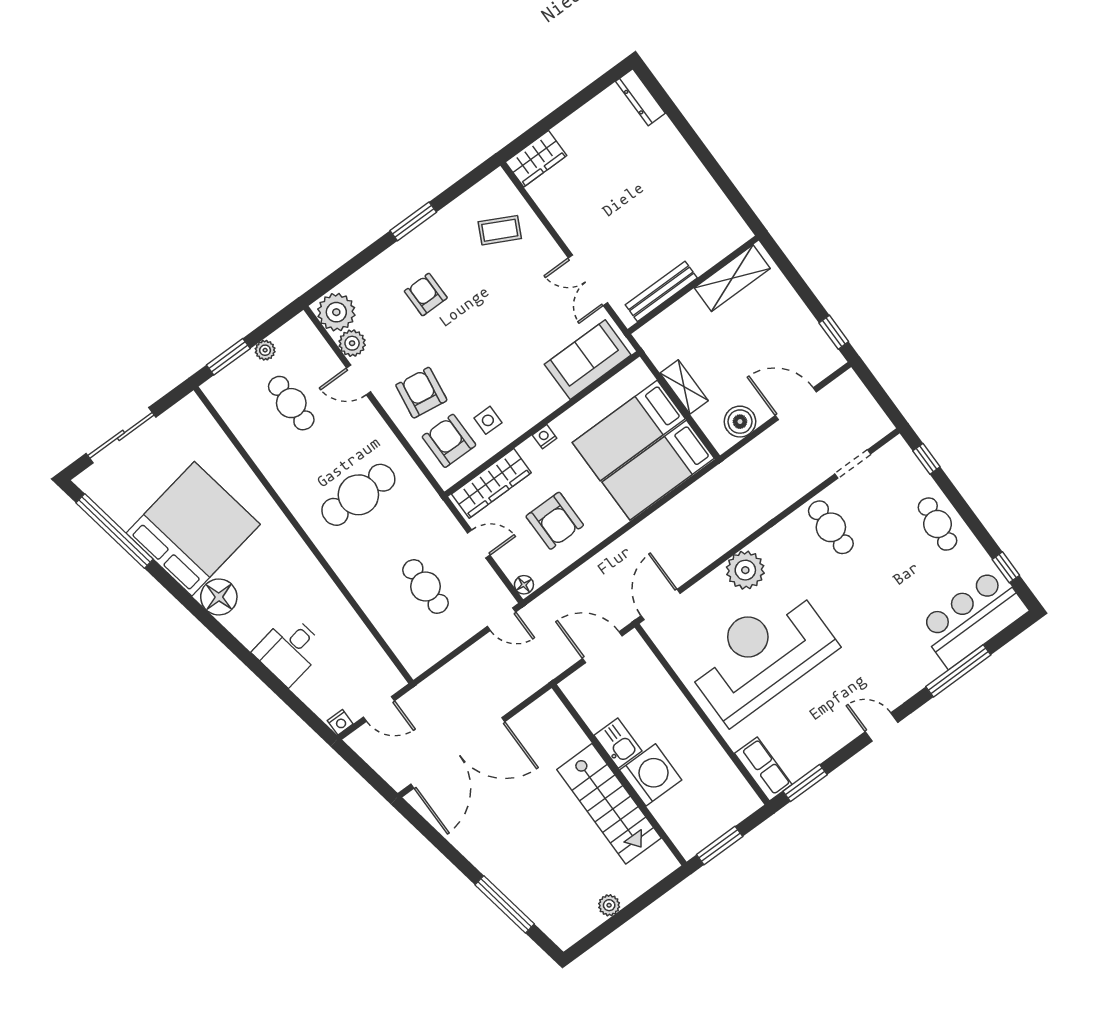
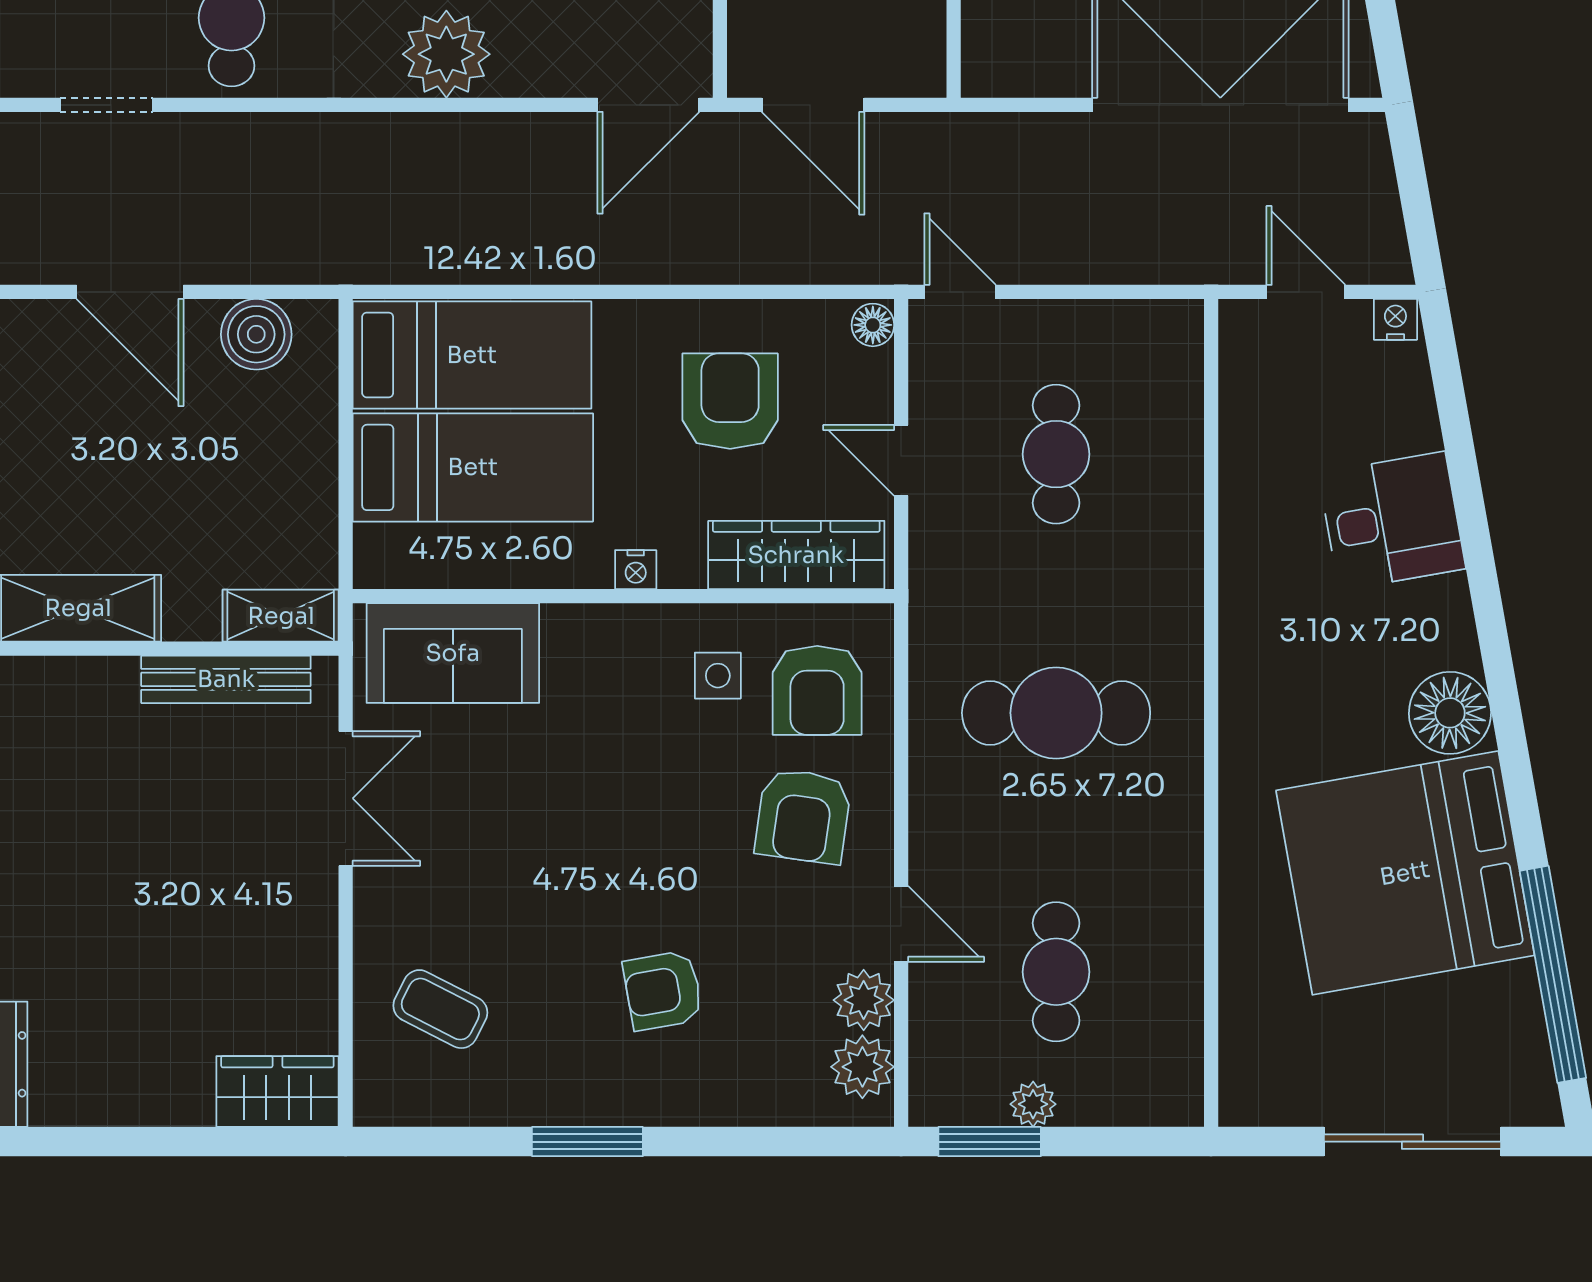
armchair: (426, 295) -> (663, 990), turned 80
plant: (336, 312) -> (862, 1067), width x0.73, depth x0.73
window: (228, 357) -> (990, 1142), moved
shelving: (684, 387) -> (281, 616), moved, turned 90

